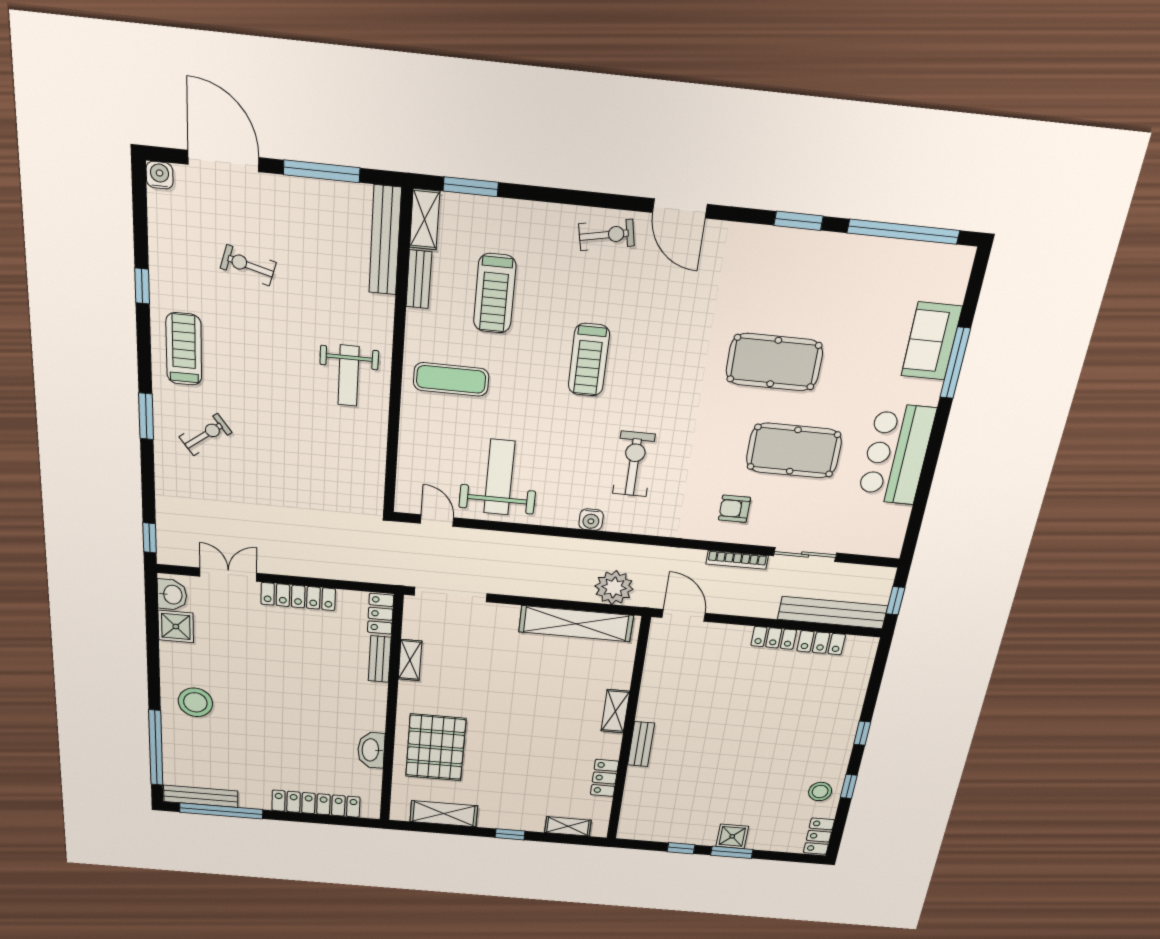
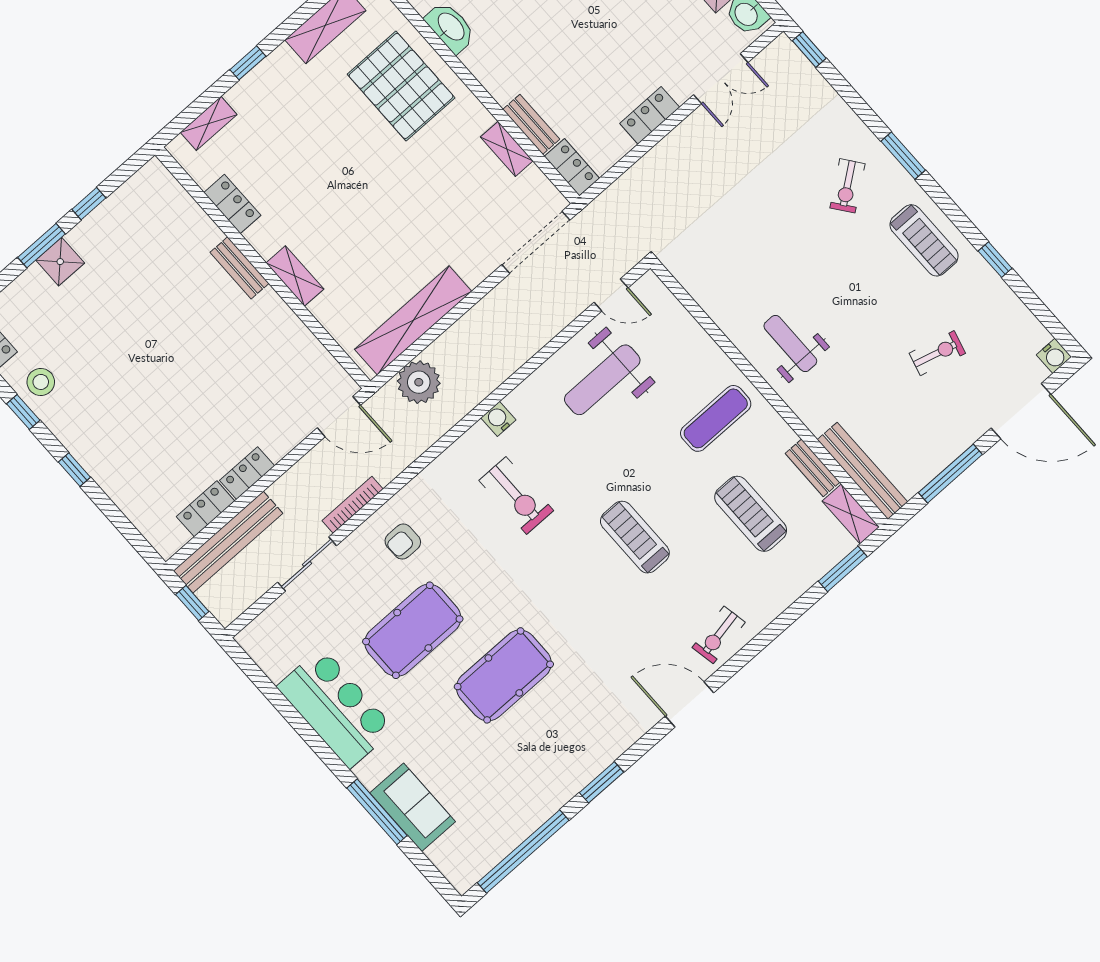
weight bench: (499, 477) -> (602, 380), turned 90
armchair: (734, 509) -> (403, 542), turned 180
locker: (298, 596) -> (650, 115), width x0.66

